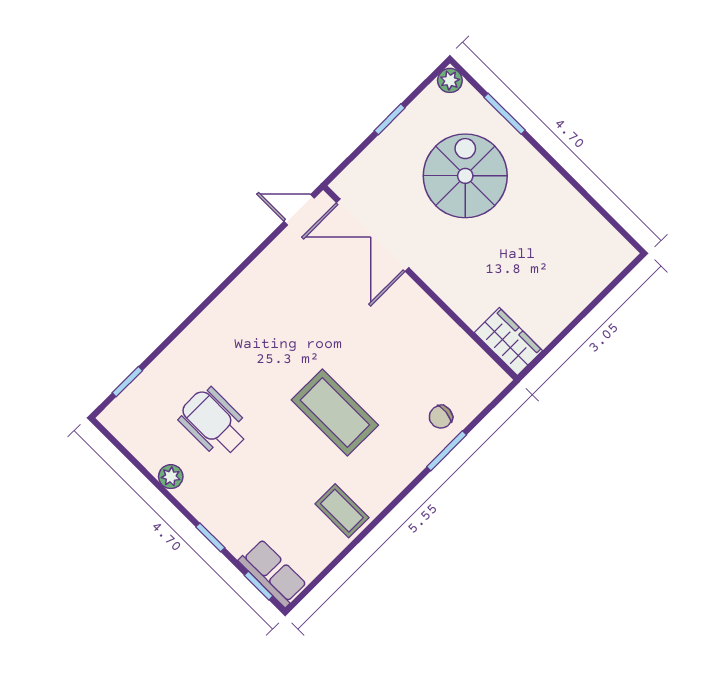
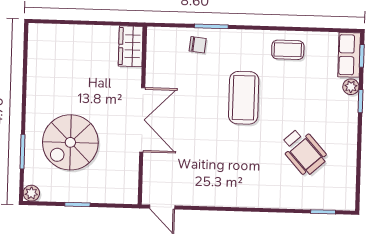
double door: (373, 235) -> (142, 120), moved
wheelchair: (214, 423) -> (303, 152), turned -42
plant: (171, 477) -> (351, 87), moved
coffee table: (342, 511) -> (288, 50), turned 90

